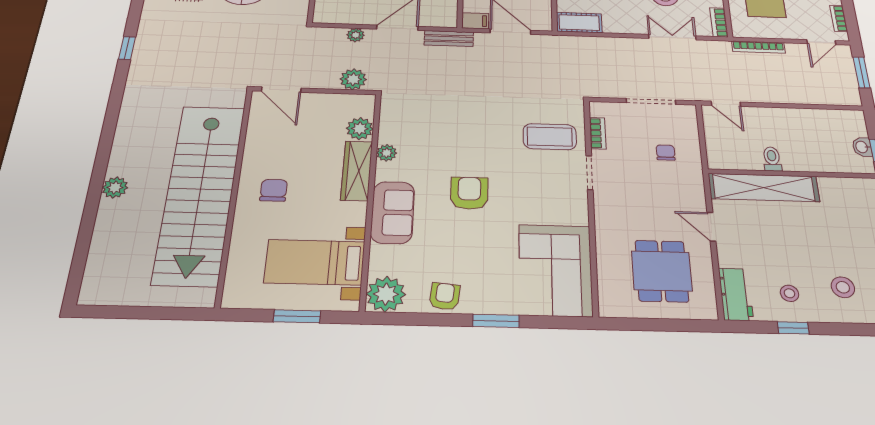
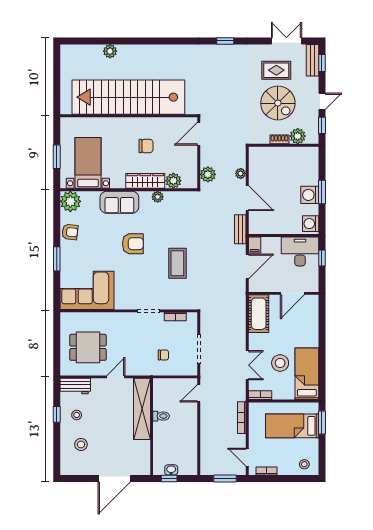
cot: (579, 23) -> (259, 314), width x1.37, depth x1.34
coffee table: (550, 137) -> (177, 263), moved
plant: (115, 187) -> (110, 51), moved
chair: (274, 190) -> (146, 146), moved

